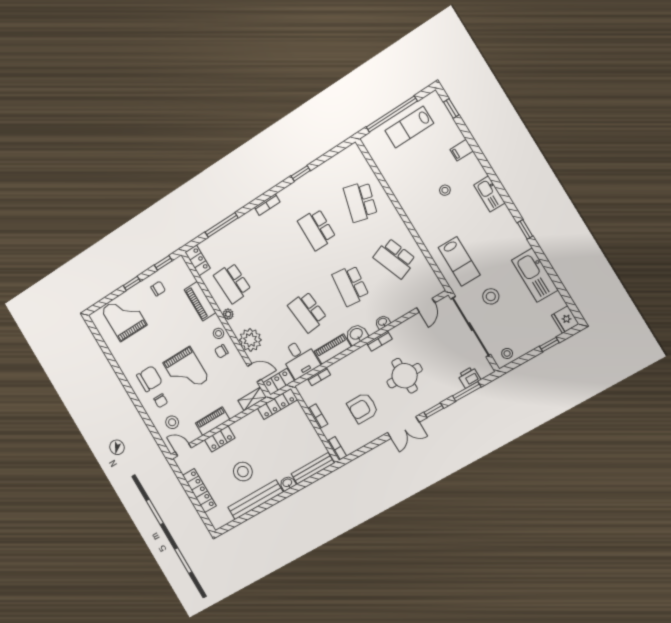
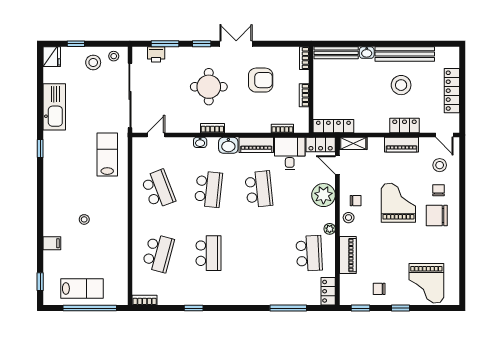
kitchen sink: (489, 194) -> (51, 194), removed
bookcase: (267, 205) -> (145, 300), moved
stool: (491, 296) -> (93, 62), moved

